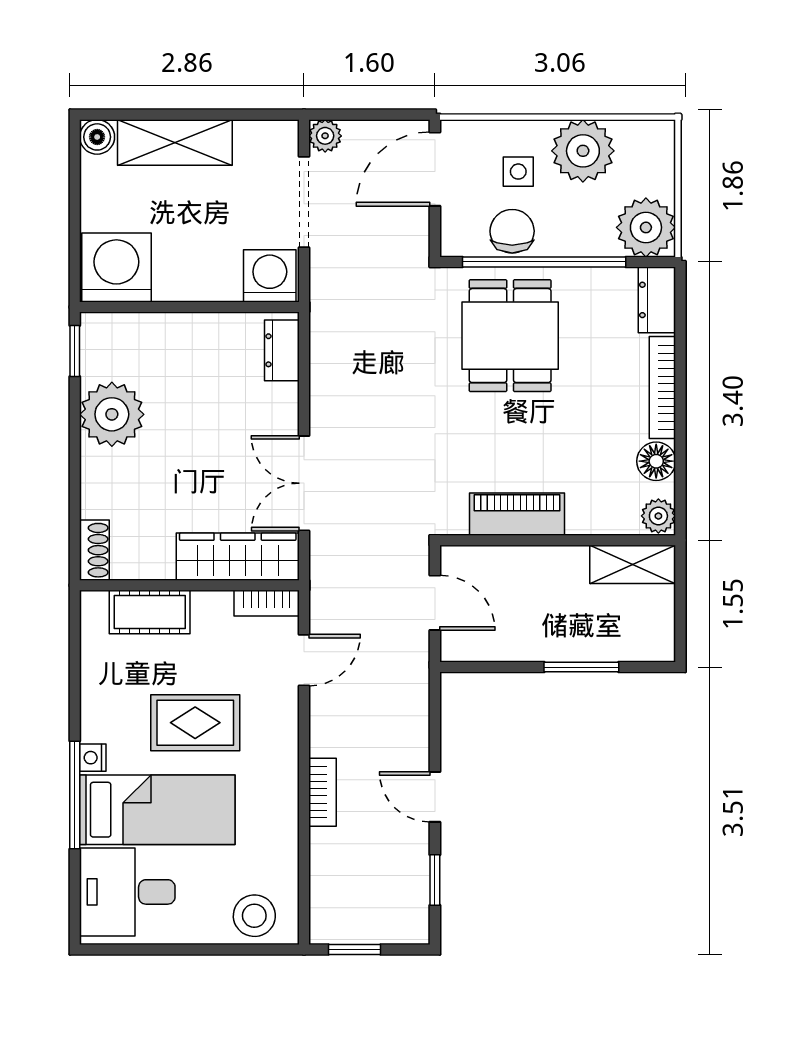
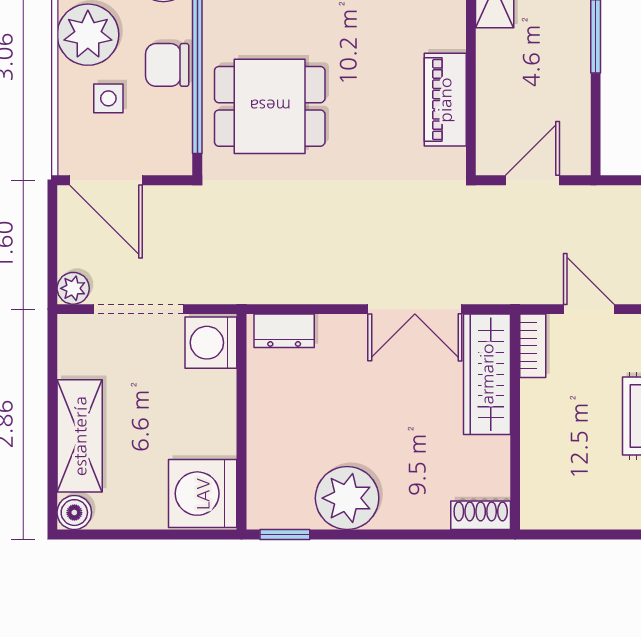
chair: (512, 231) -> (167, 65), moved
cot: (150, 612) -> (541, 461), removed

